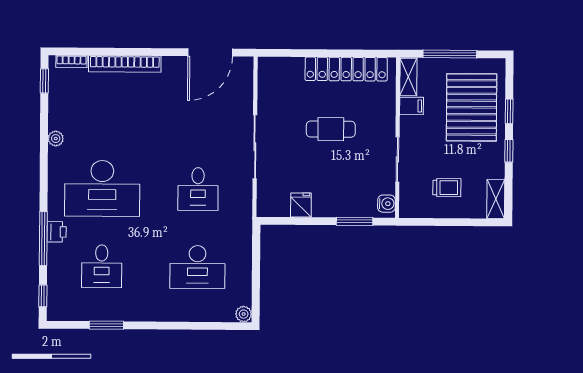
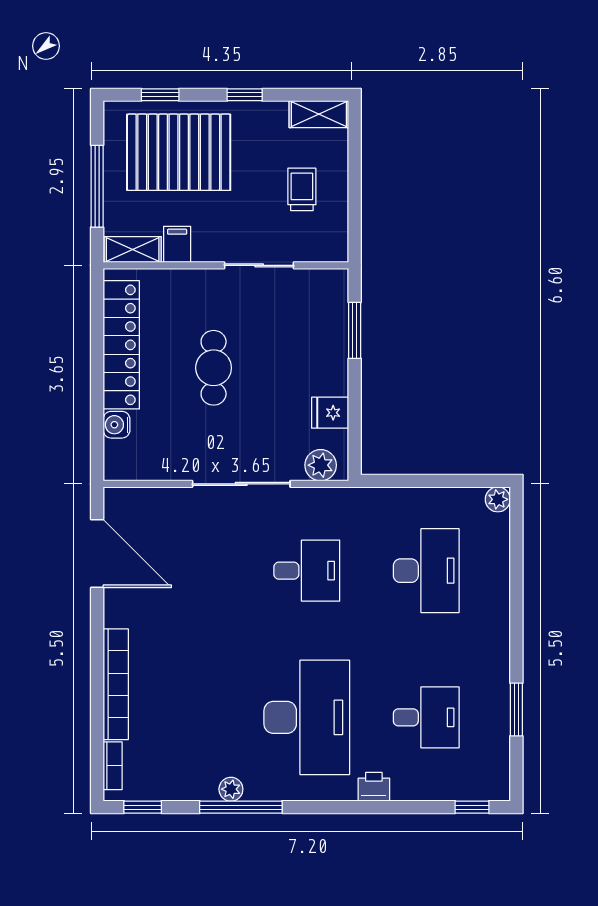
window: (509, 111) -> (160, 95), moved
plant: (267, 199) -> (321, 465), added
water cooler: (386, 204) -> (117, 425), moved, turned -90
window: (43, 239) -> (241, 807), moved

